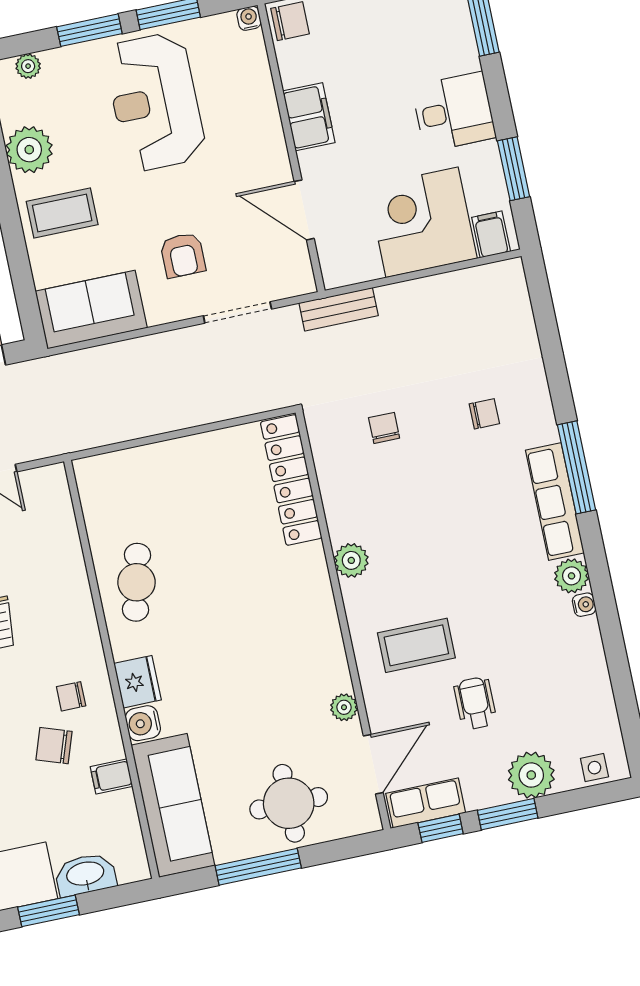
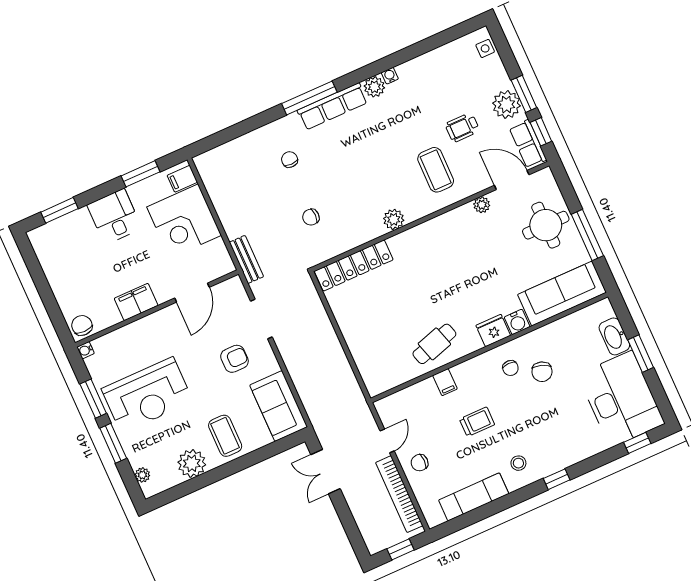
cafe table: (137, 582) -> (434, 344), turned -31
plant: (531, 775) -> (506, 105), moved
filing cabinet: (111, 776) -> (445, 382), moved

